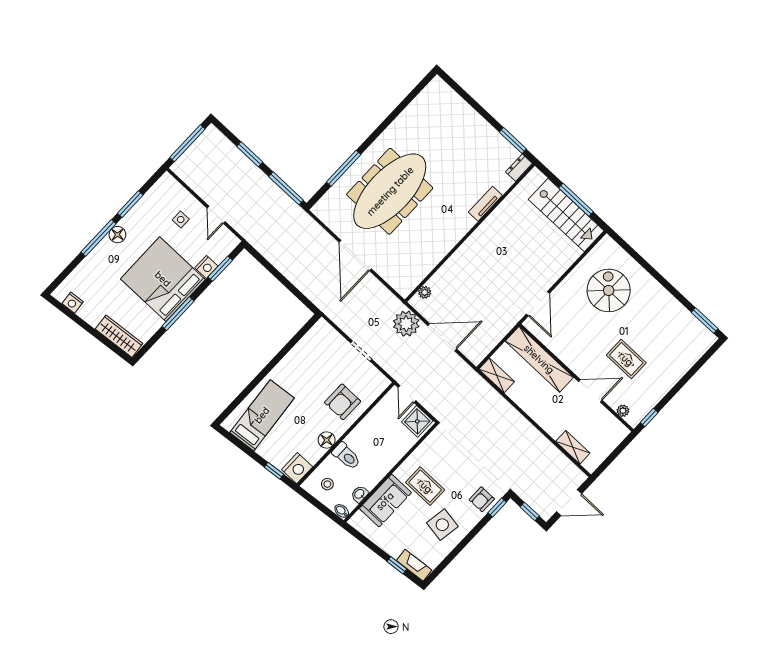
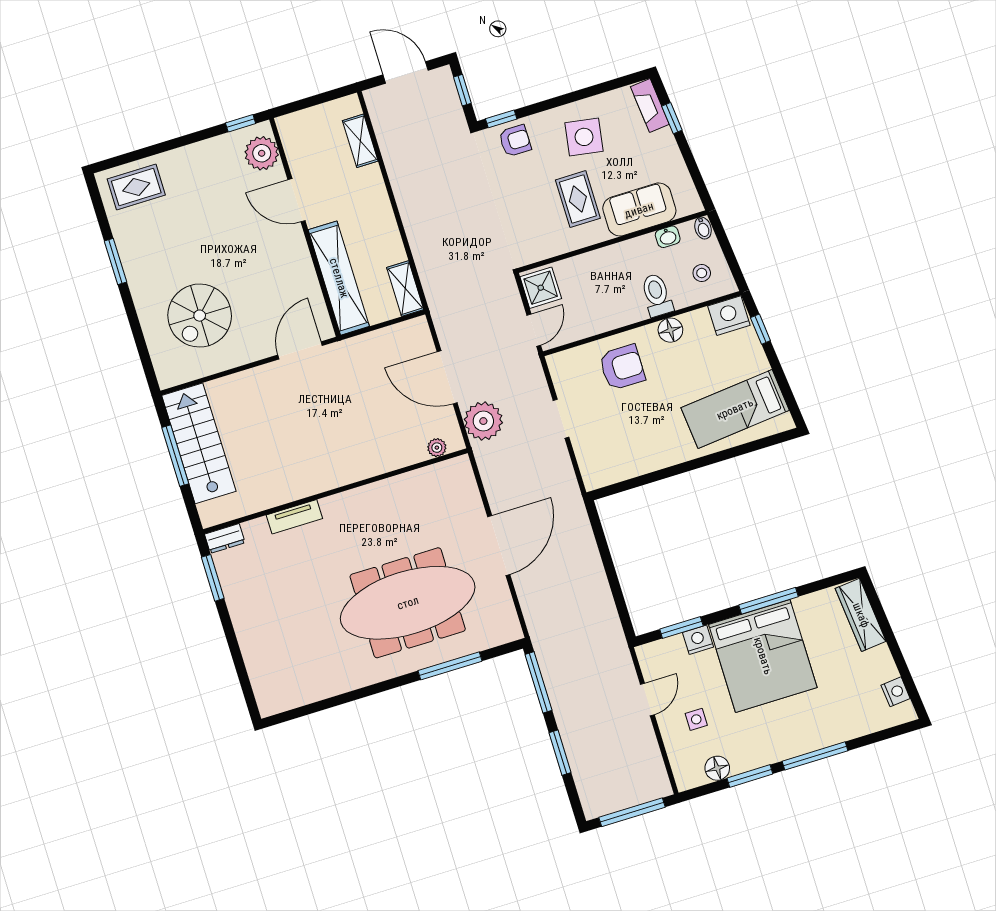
floor lamp: (117, 235) -> (717, 768), moved
window: (705, 321) -> (115, 262), moved
rug: (626, 359) -> (136, 187), moved, turned 90
plant: (623, 411) -> (262, 153), width x1.88, depth x1.88

